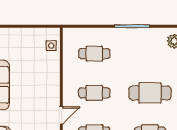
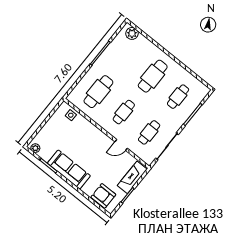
cafe table: (94, 54) -> (98, 92), width x1.37, depth x1.35
door: (61, 115) -> (121, 145), swing flipped

